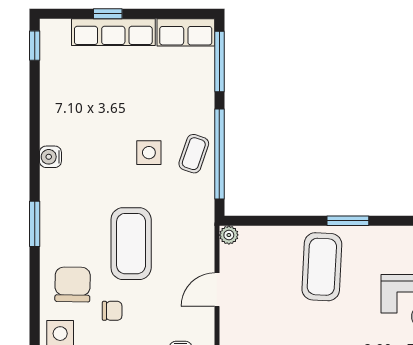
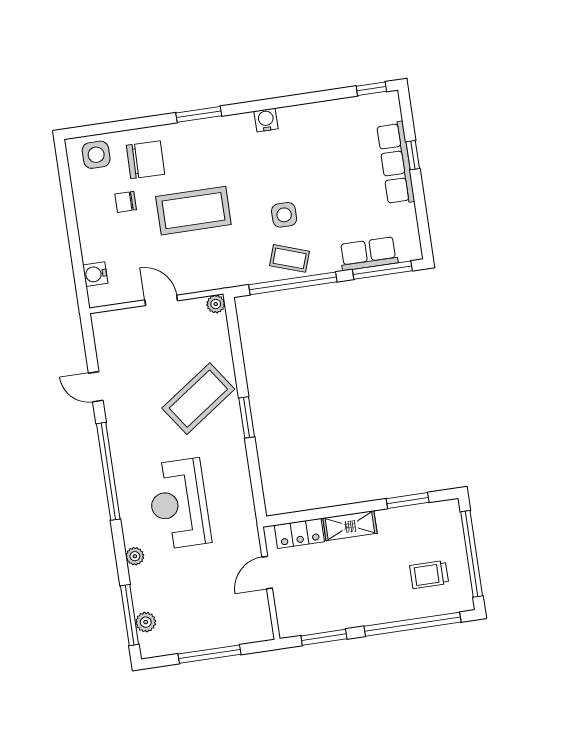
row of seats: (186, 32) -> (369, 254), moved, turned 90
coffee table: (322, 267) -> (198, 399), turned -38
chair: (112, 311) -> (126, 202), turned 90

